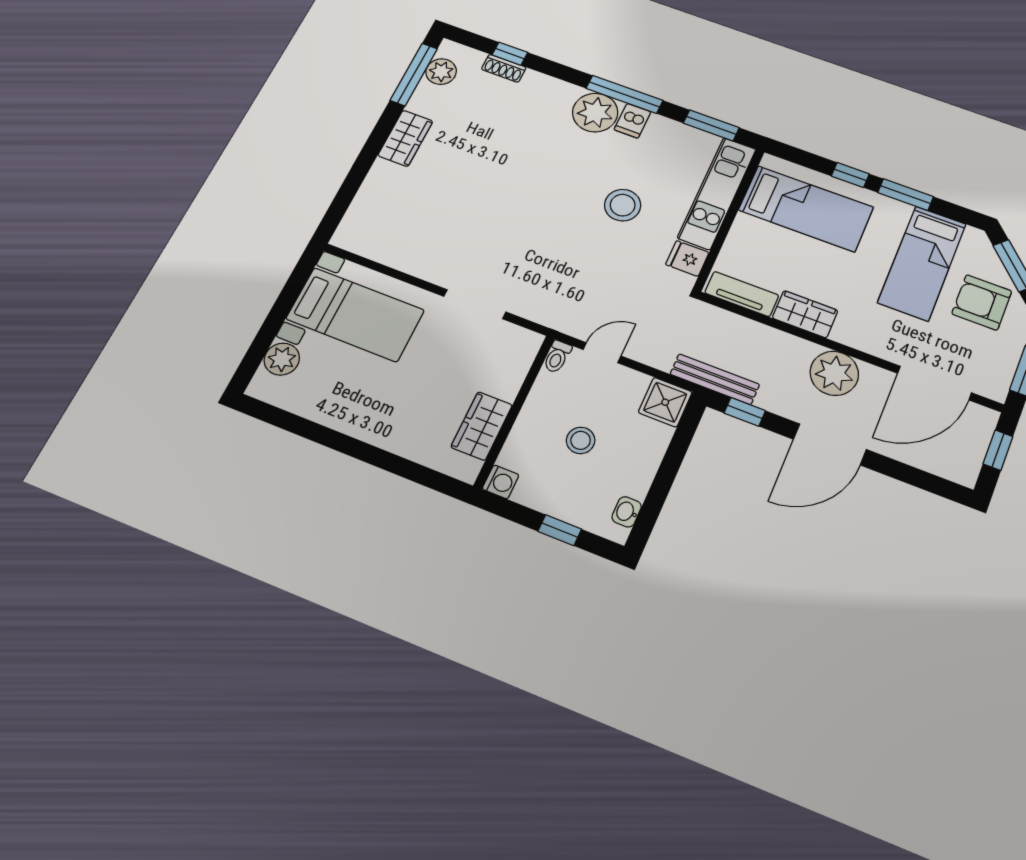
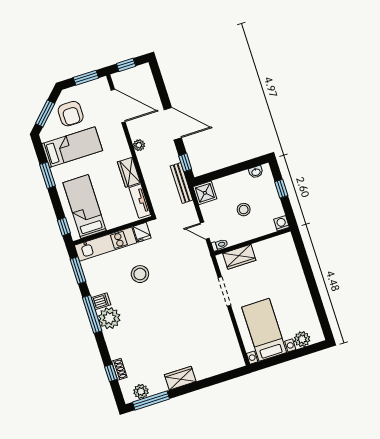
window: (850, 175) -> (64, 227), moved
plant: (834, 373) -> (139, 145), width x0.53, depth x0.53
wardrobe: (482, 426) -> (239, 257), moved

